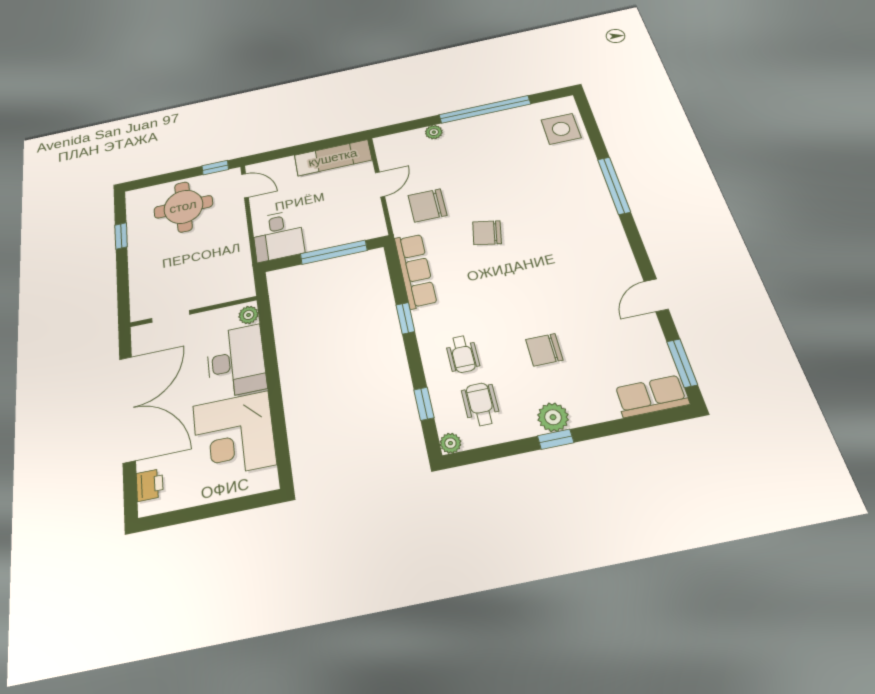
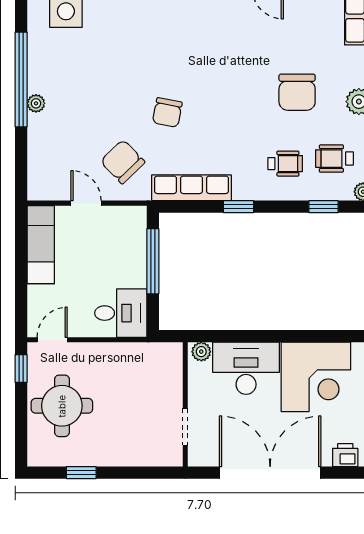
plant: (434, 132) -> (36, 103), moved
chair: (427, 205) -> (123, 162), turned 136
chair: (544, 350) -> (297, 92), width x1.37, depth x1.37

